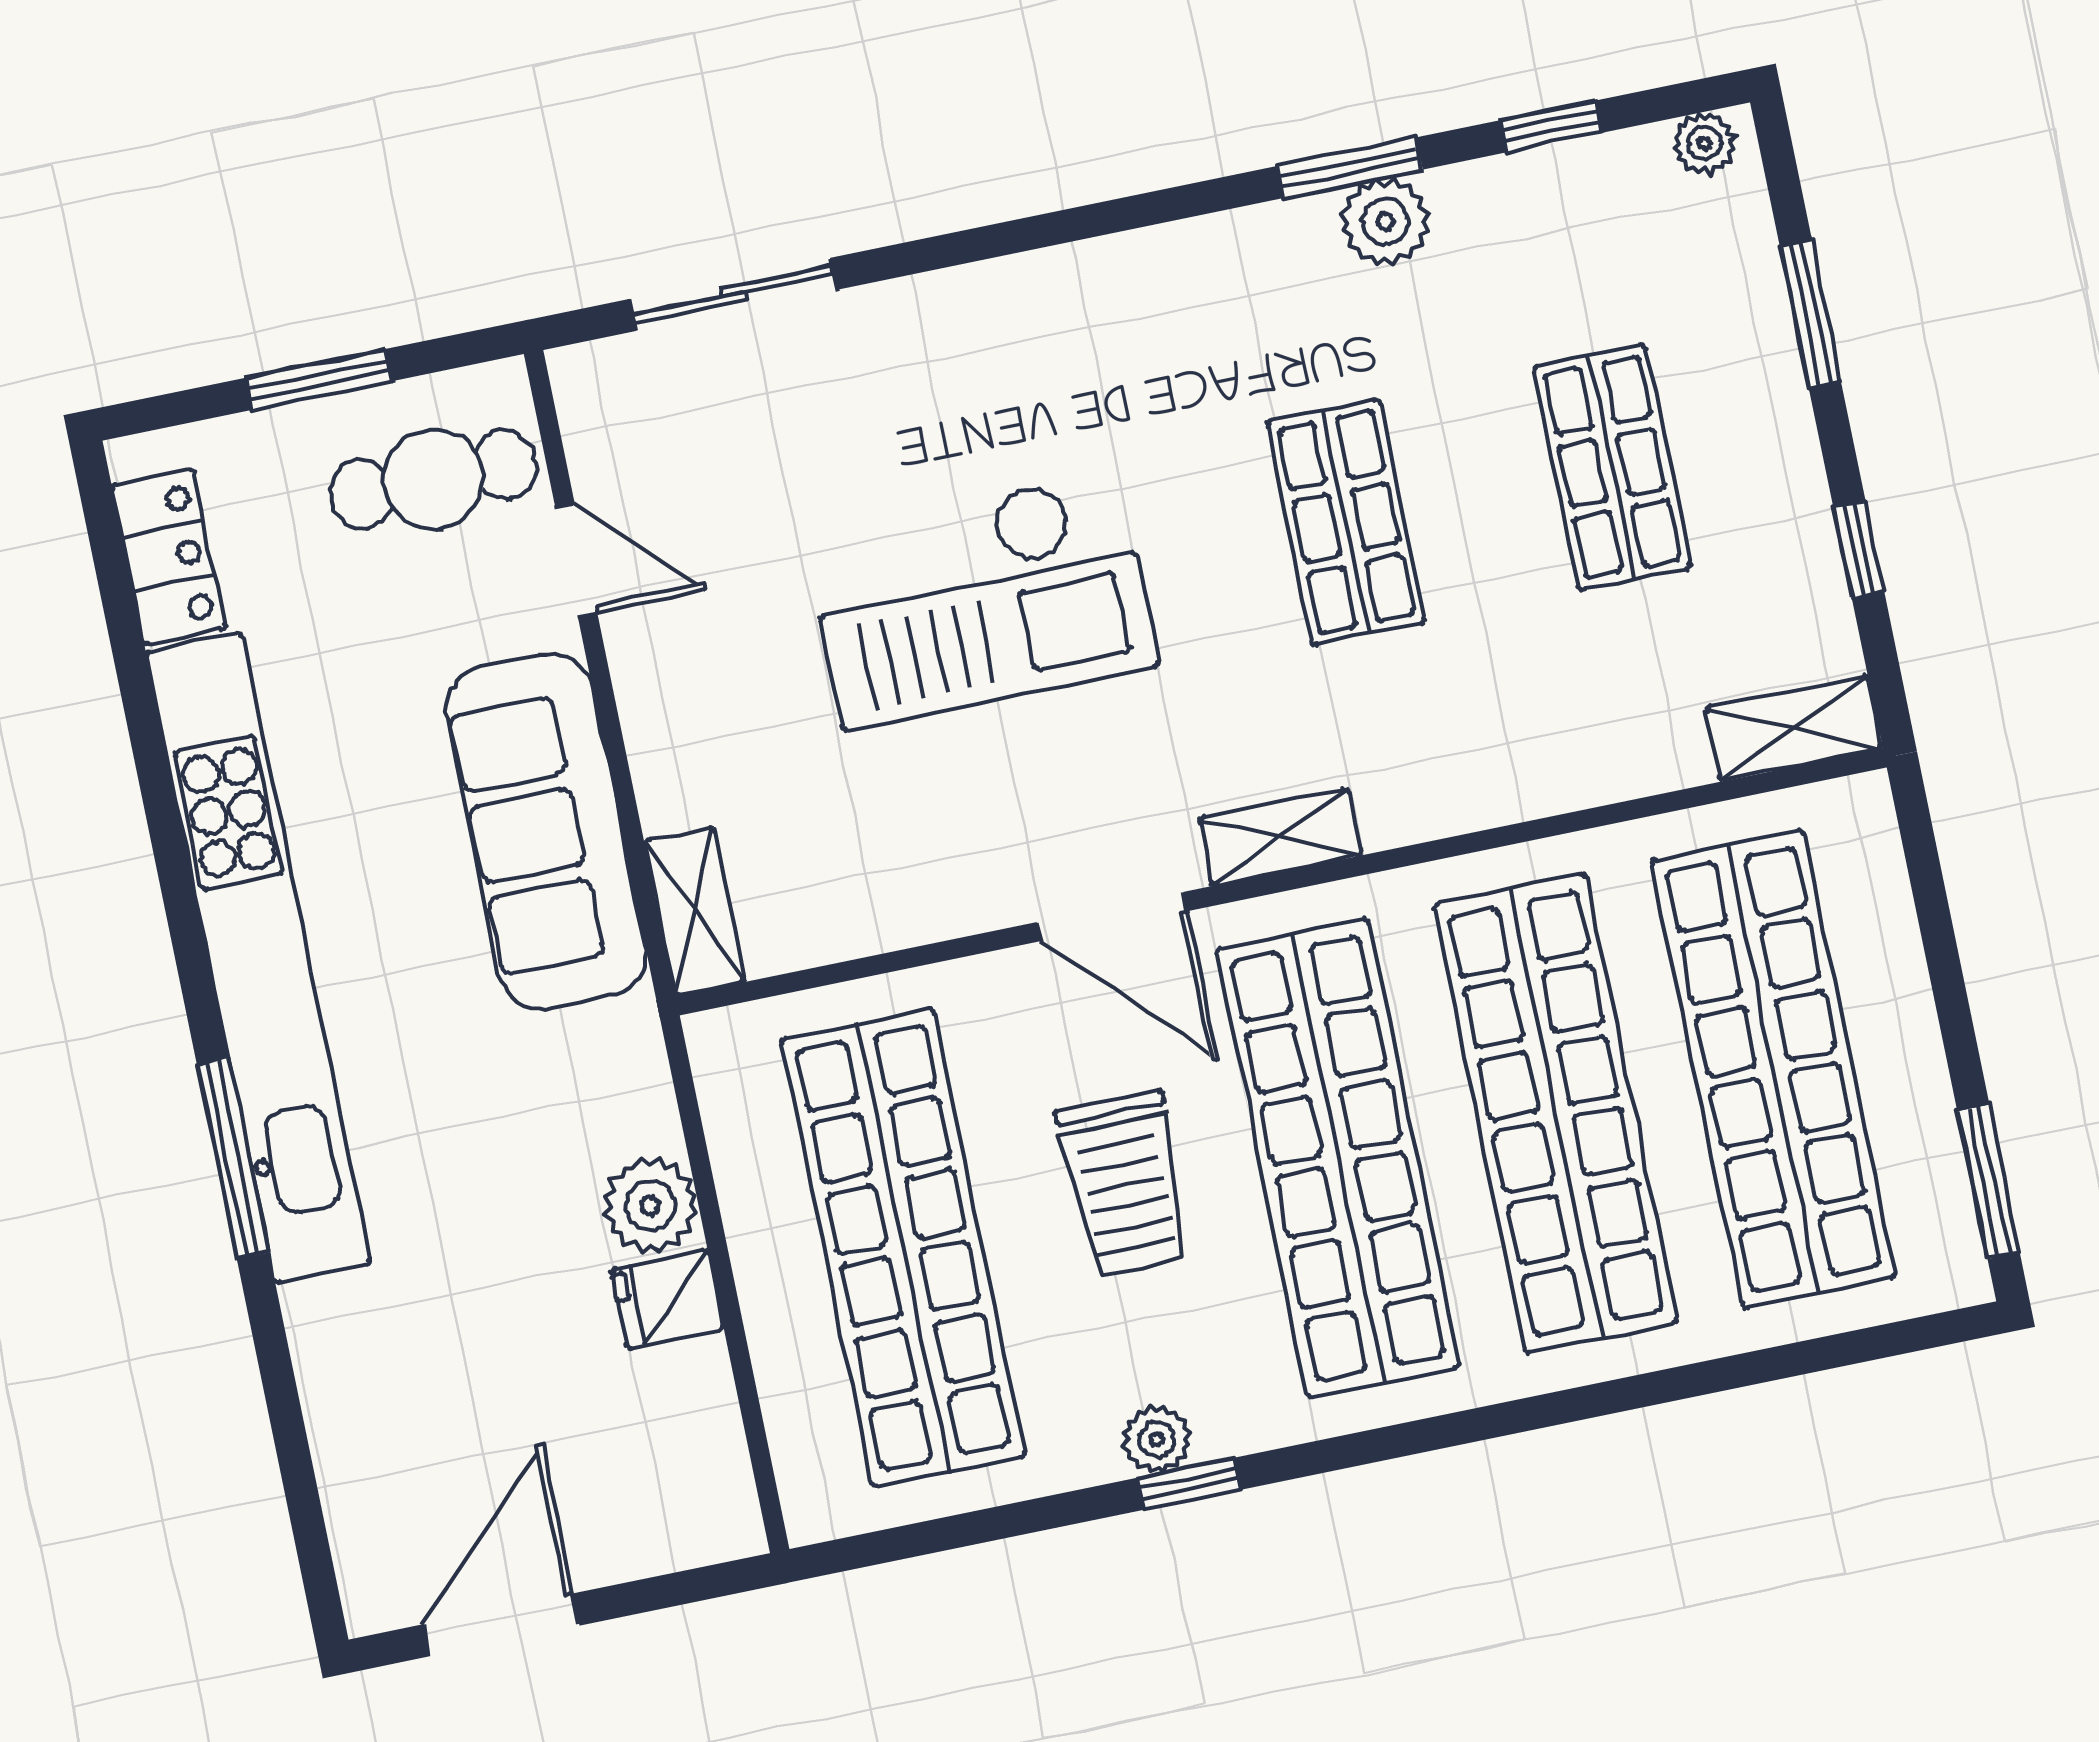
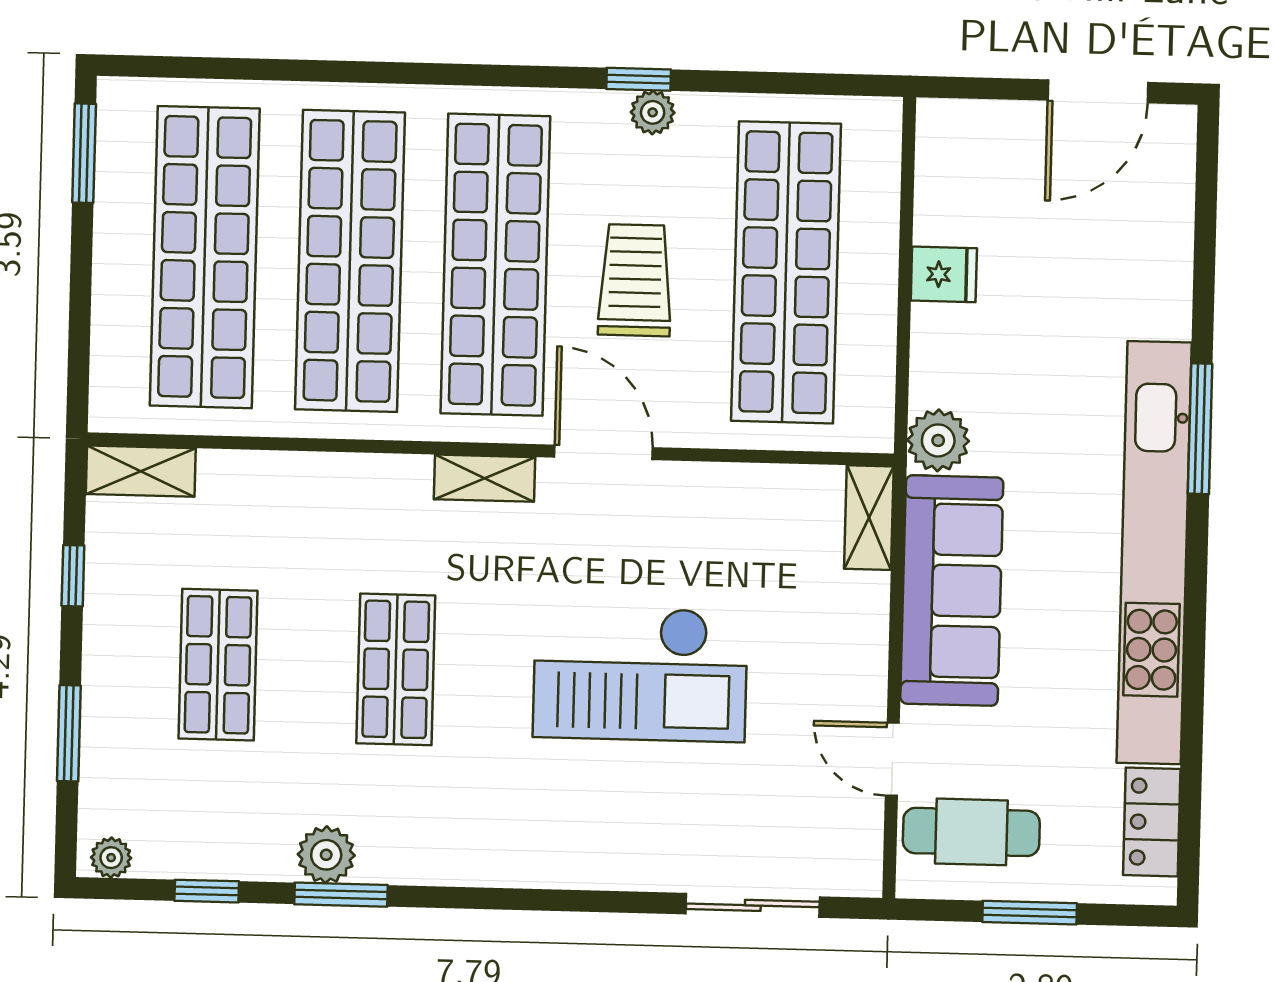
checkout: (981, 600) -> (640, 674), turned 180
plant: (650, 1205) -> (938, 440), moved

